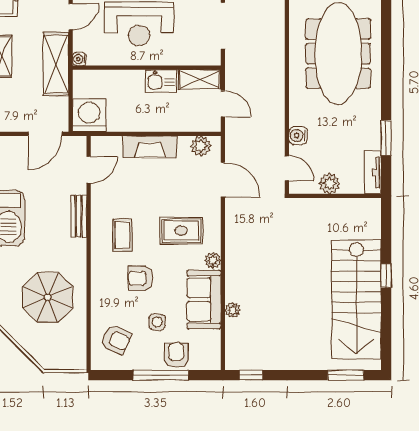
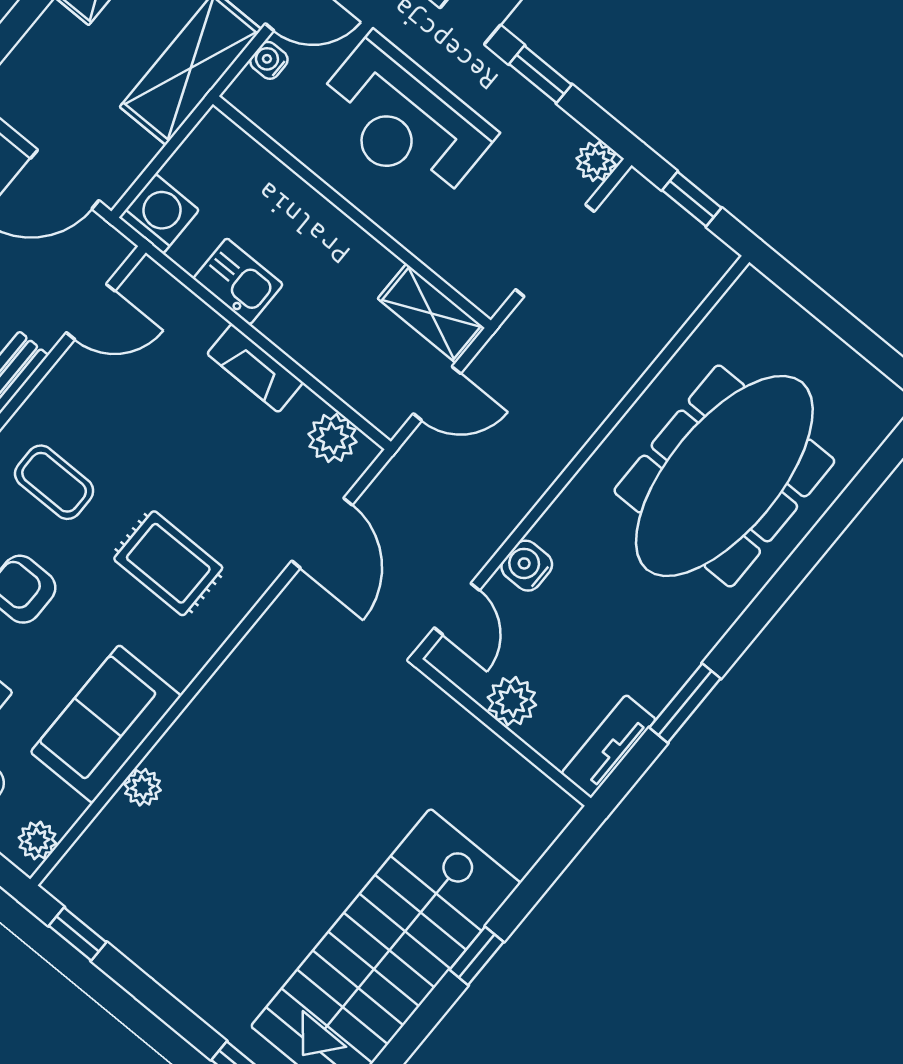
water cooler: (79, 59) -> (269, 60), moved
kitchen sink: (161, 81) -> (238, 281), moved, turned 180
door: (223, 104) -> (437, 394), hinge flipped
washing machine: (89, 115) -> (159, 214), width x0.73, depth x0.73
fireplace: (150, 147) -> (255, 368), width x0.73, depth x0.76
coffee table: (122, 235) -> (54, 482), turned 90
plant: (213, 260) -> (37, 841), moved

